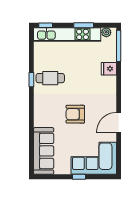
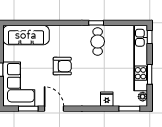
window: (119, 46) -> (129, 109), width x0.69
armchair: (75, 114) -> (62, 66), turned 90
window: (119, 149) -> (28, 109), added

